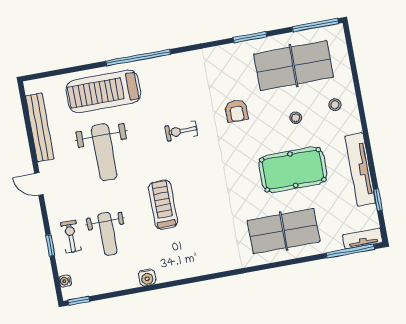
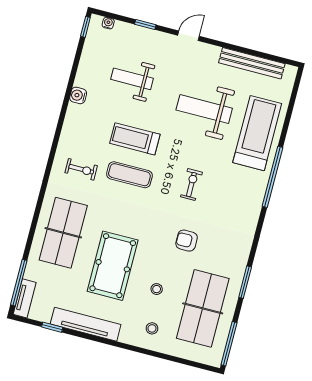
door: (39, 184) -> (188, 36), moved
exercise mat: (199, 194) -> (129, 175), added
treadmill: (163, 205) -> (135, 139), turned 180
exercise bike: (71, 237) -> (81, 169), moved

